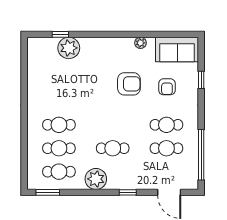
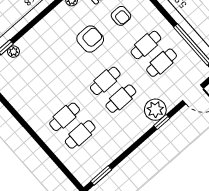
plant: (69, 48) -> (13, 52), width x0.53, depth x0.53
cafe table: (59, 172) -> (105, 81), moved
plant: (96, 179) -> (155, 110), moved

